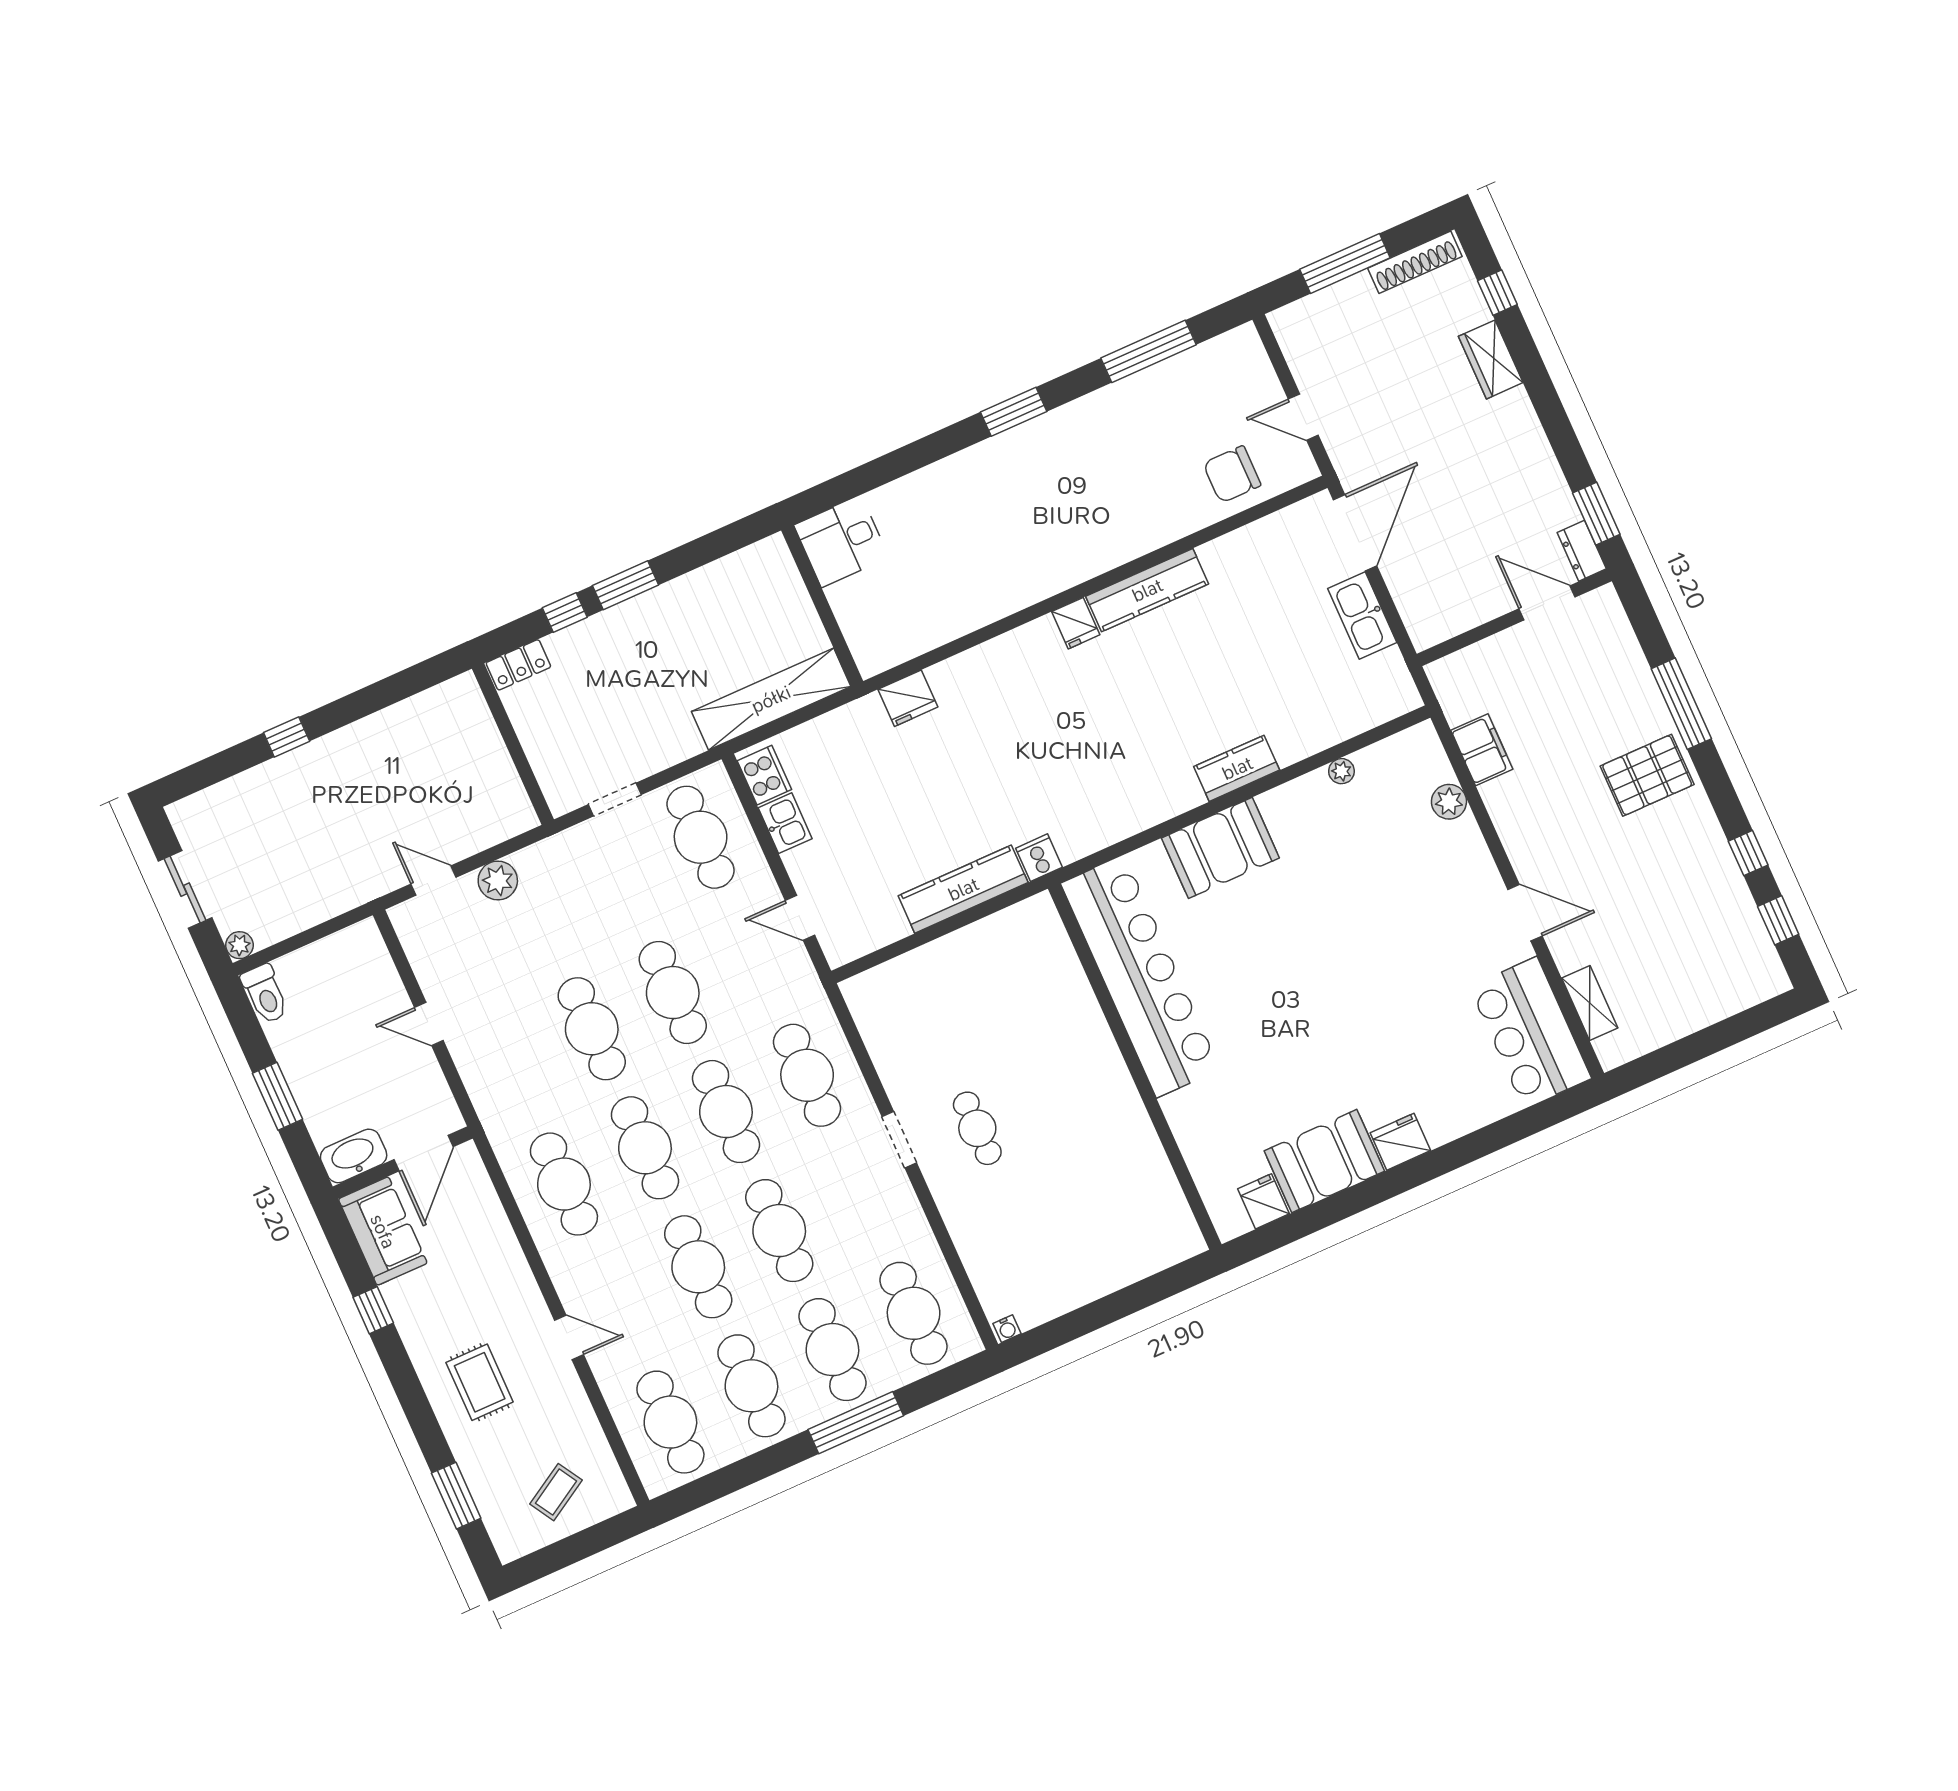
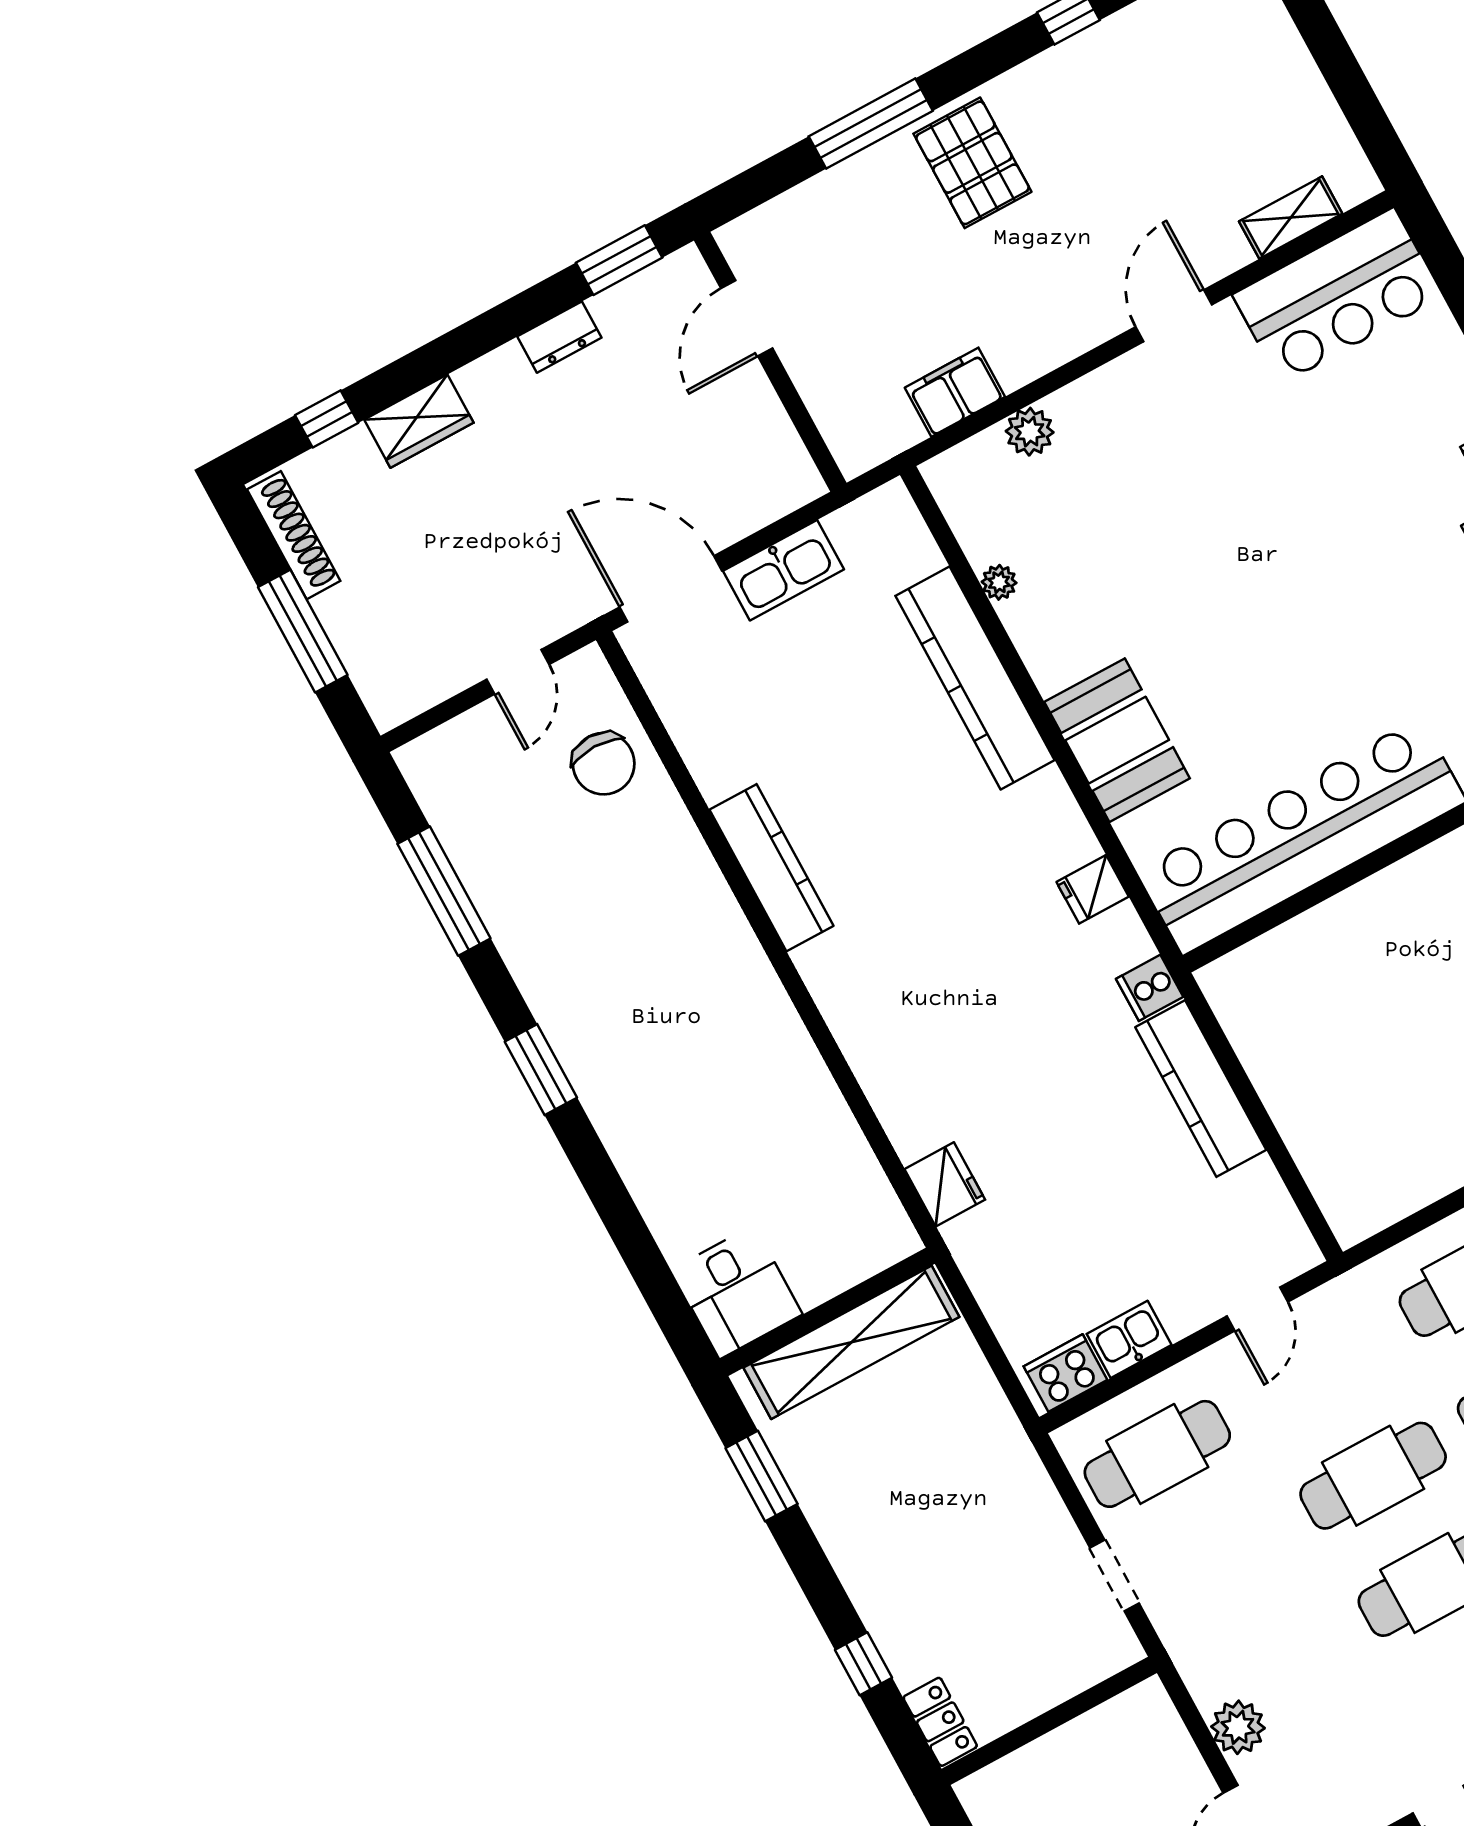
dresser: (1582, 551) -> (559, 337), moved
window: (626, 585) -> (762, 1476), moved
fridge: (1076, 623) -> (1093, 889), moved, turned 180
shelving: (771, 699) -> (851, 1342), moved, turned 90
kitchen counter: (1237, 768) -> (975, 678), width x2.08, depth x1.17

